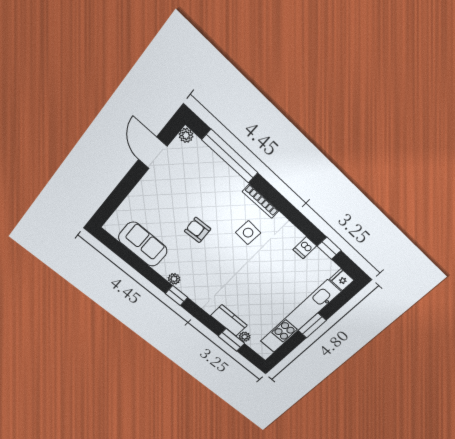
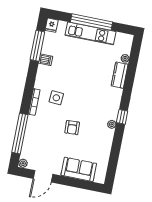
sofa: (143, 244) -> (79, 169), moved, turned 90
window: (329, 248) -> (37, 46), width x2.17
kitchen unit: (300, 317) -> (91, 33), width x0.73
window: (312, 325) -> (91, 22), width x2.11
window: (231, 340) -> (132, 65), removed

